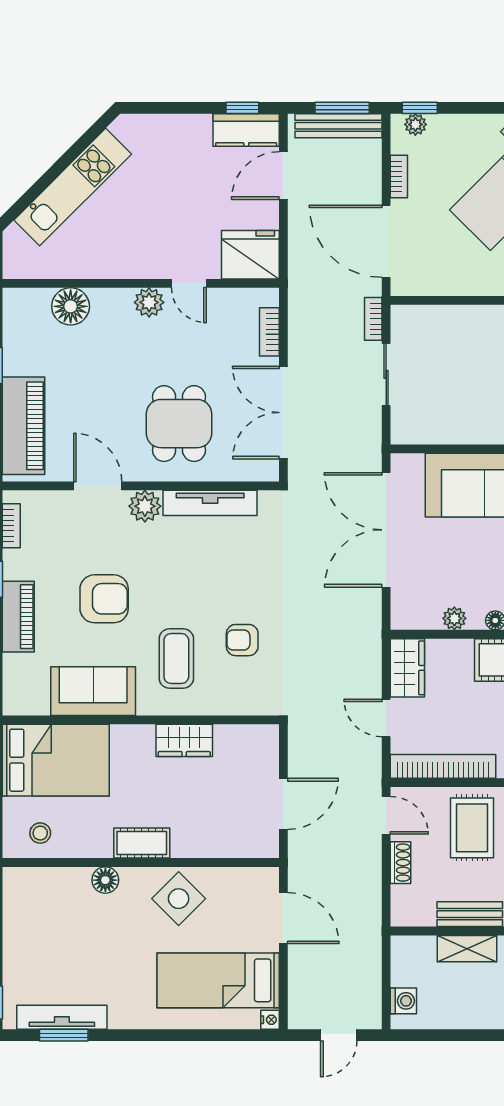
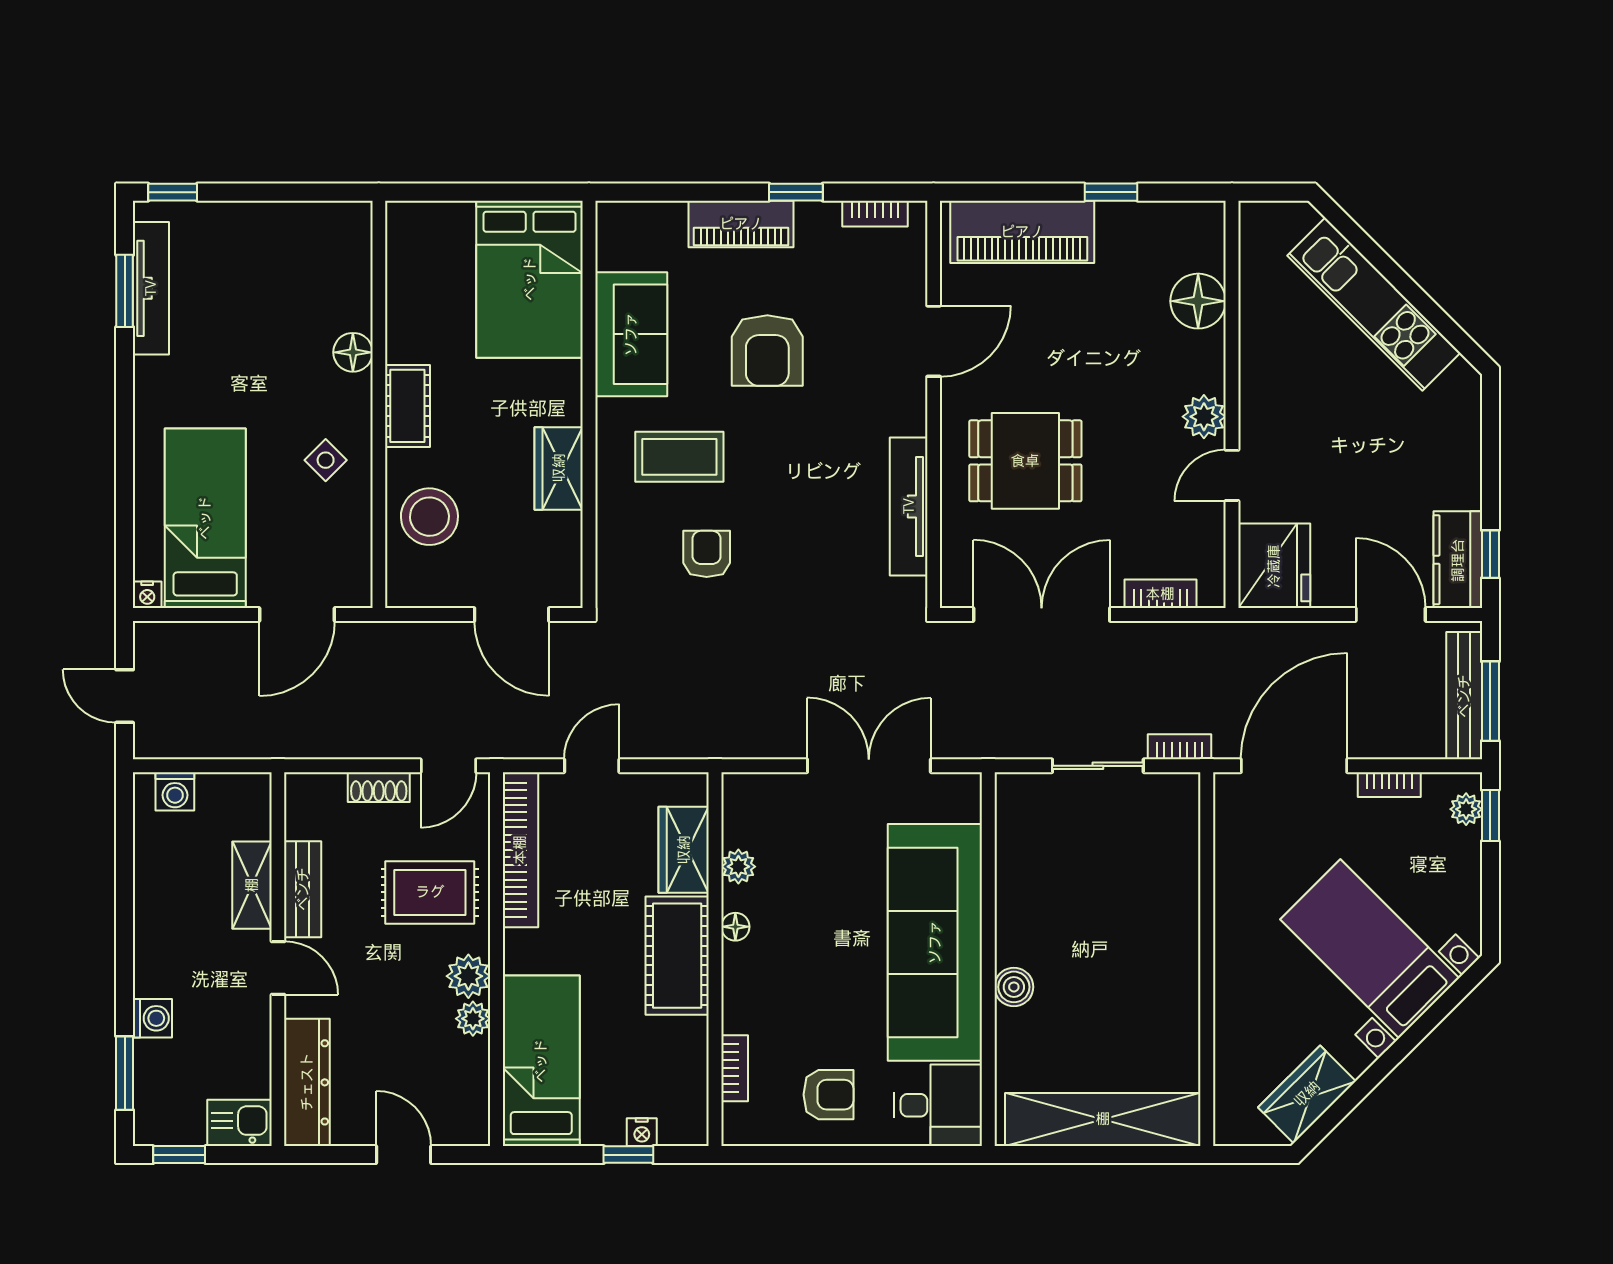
plant: (145, 506) -> (904, 411), removed
double door: (386, 530) -> (869, 766), width x0.73
wardrobe: (407, 668) -> (684, 850), moved, turned 90
door: (283, 804) -> (512, 614), moved
stool: (40, 833) -> (429, 517), moved, width x1.89, depth x1.89
side table: (179, 899) -> (326, 460), width x0.54, depth x0.54

